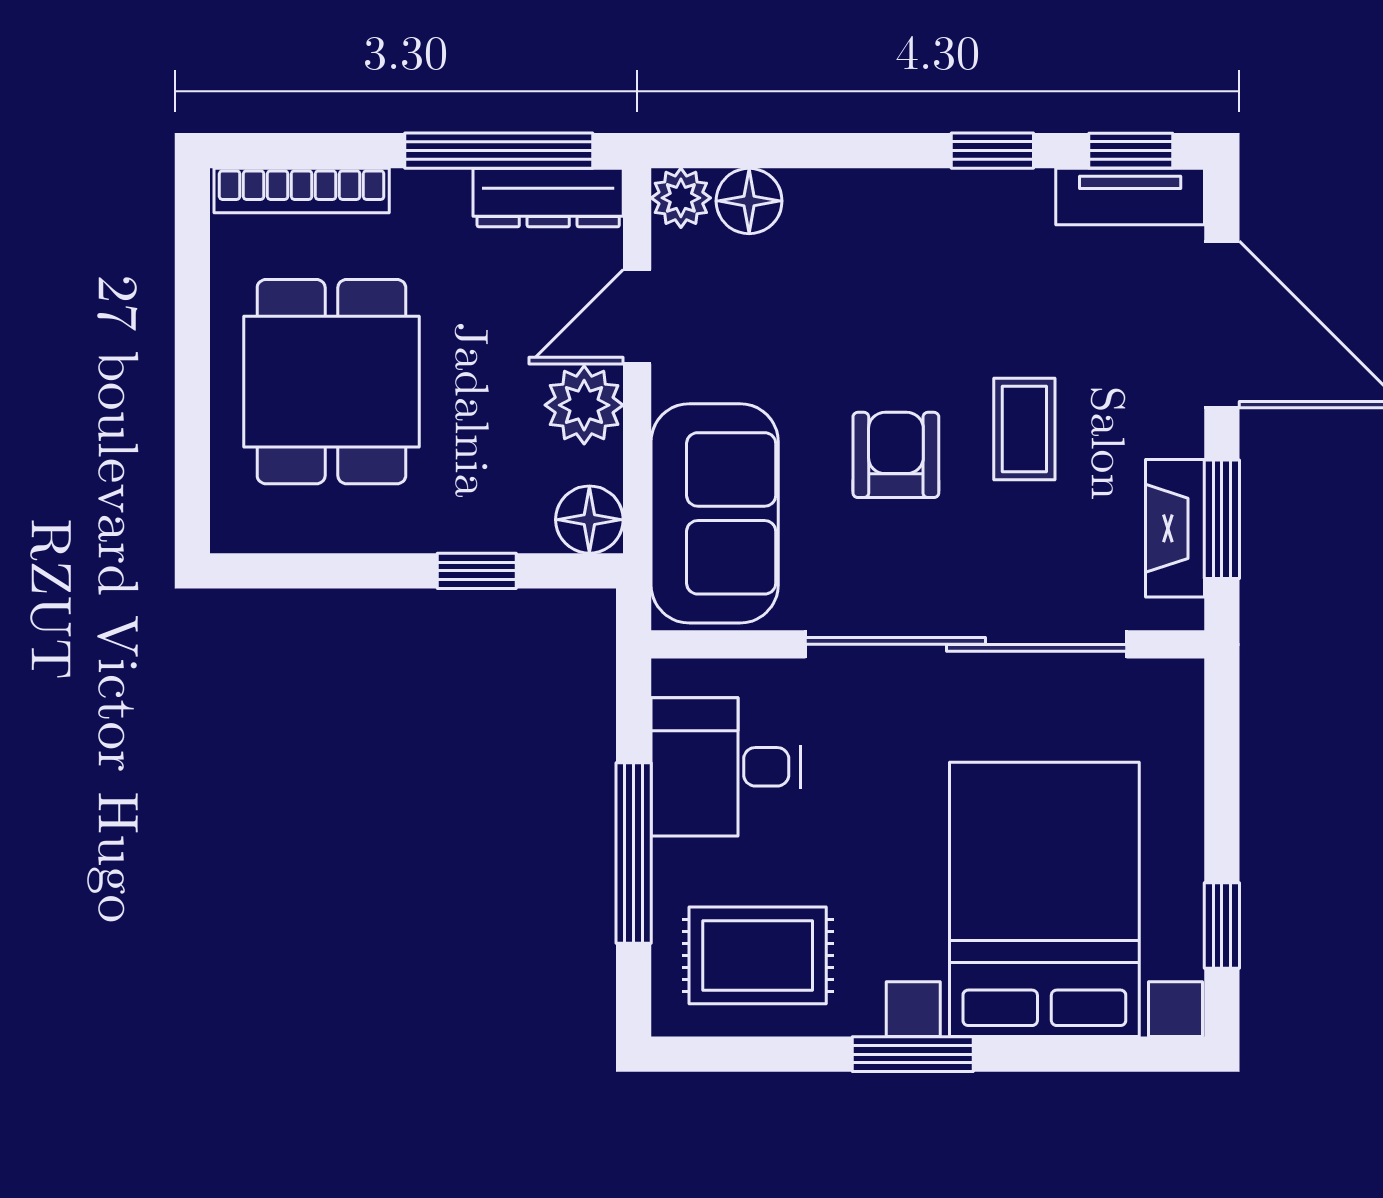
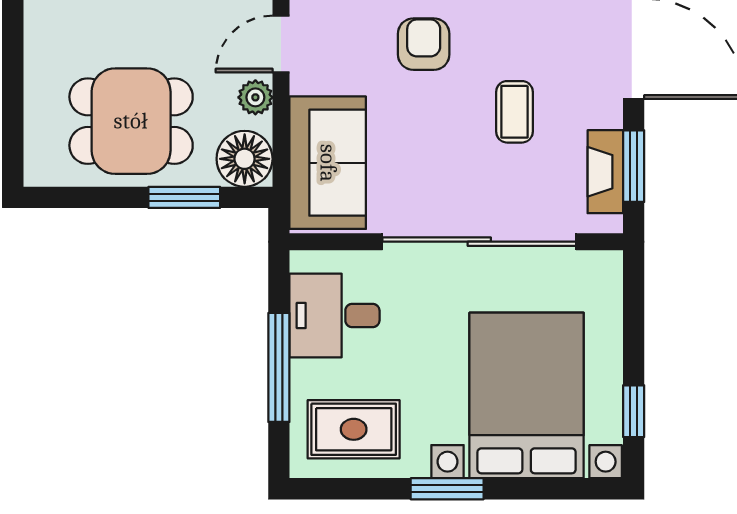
dining table: (331, 382) -> (131, 121), moved, turned 90
plant: (584, 405) -> (255, 97), width x0.73, depth x0.73
armchair: (896, 455) -> (424, 44), moved
floor lamp: (589, 520) -> (245, 159), width x1.38, depth x1.38
window: (477, 571) -> (184, 197), width x1.50

